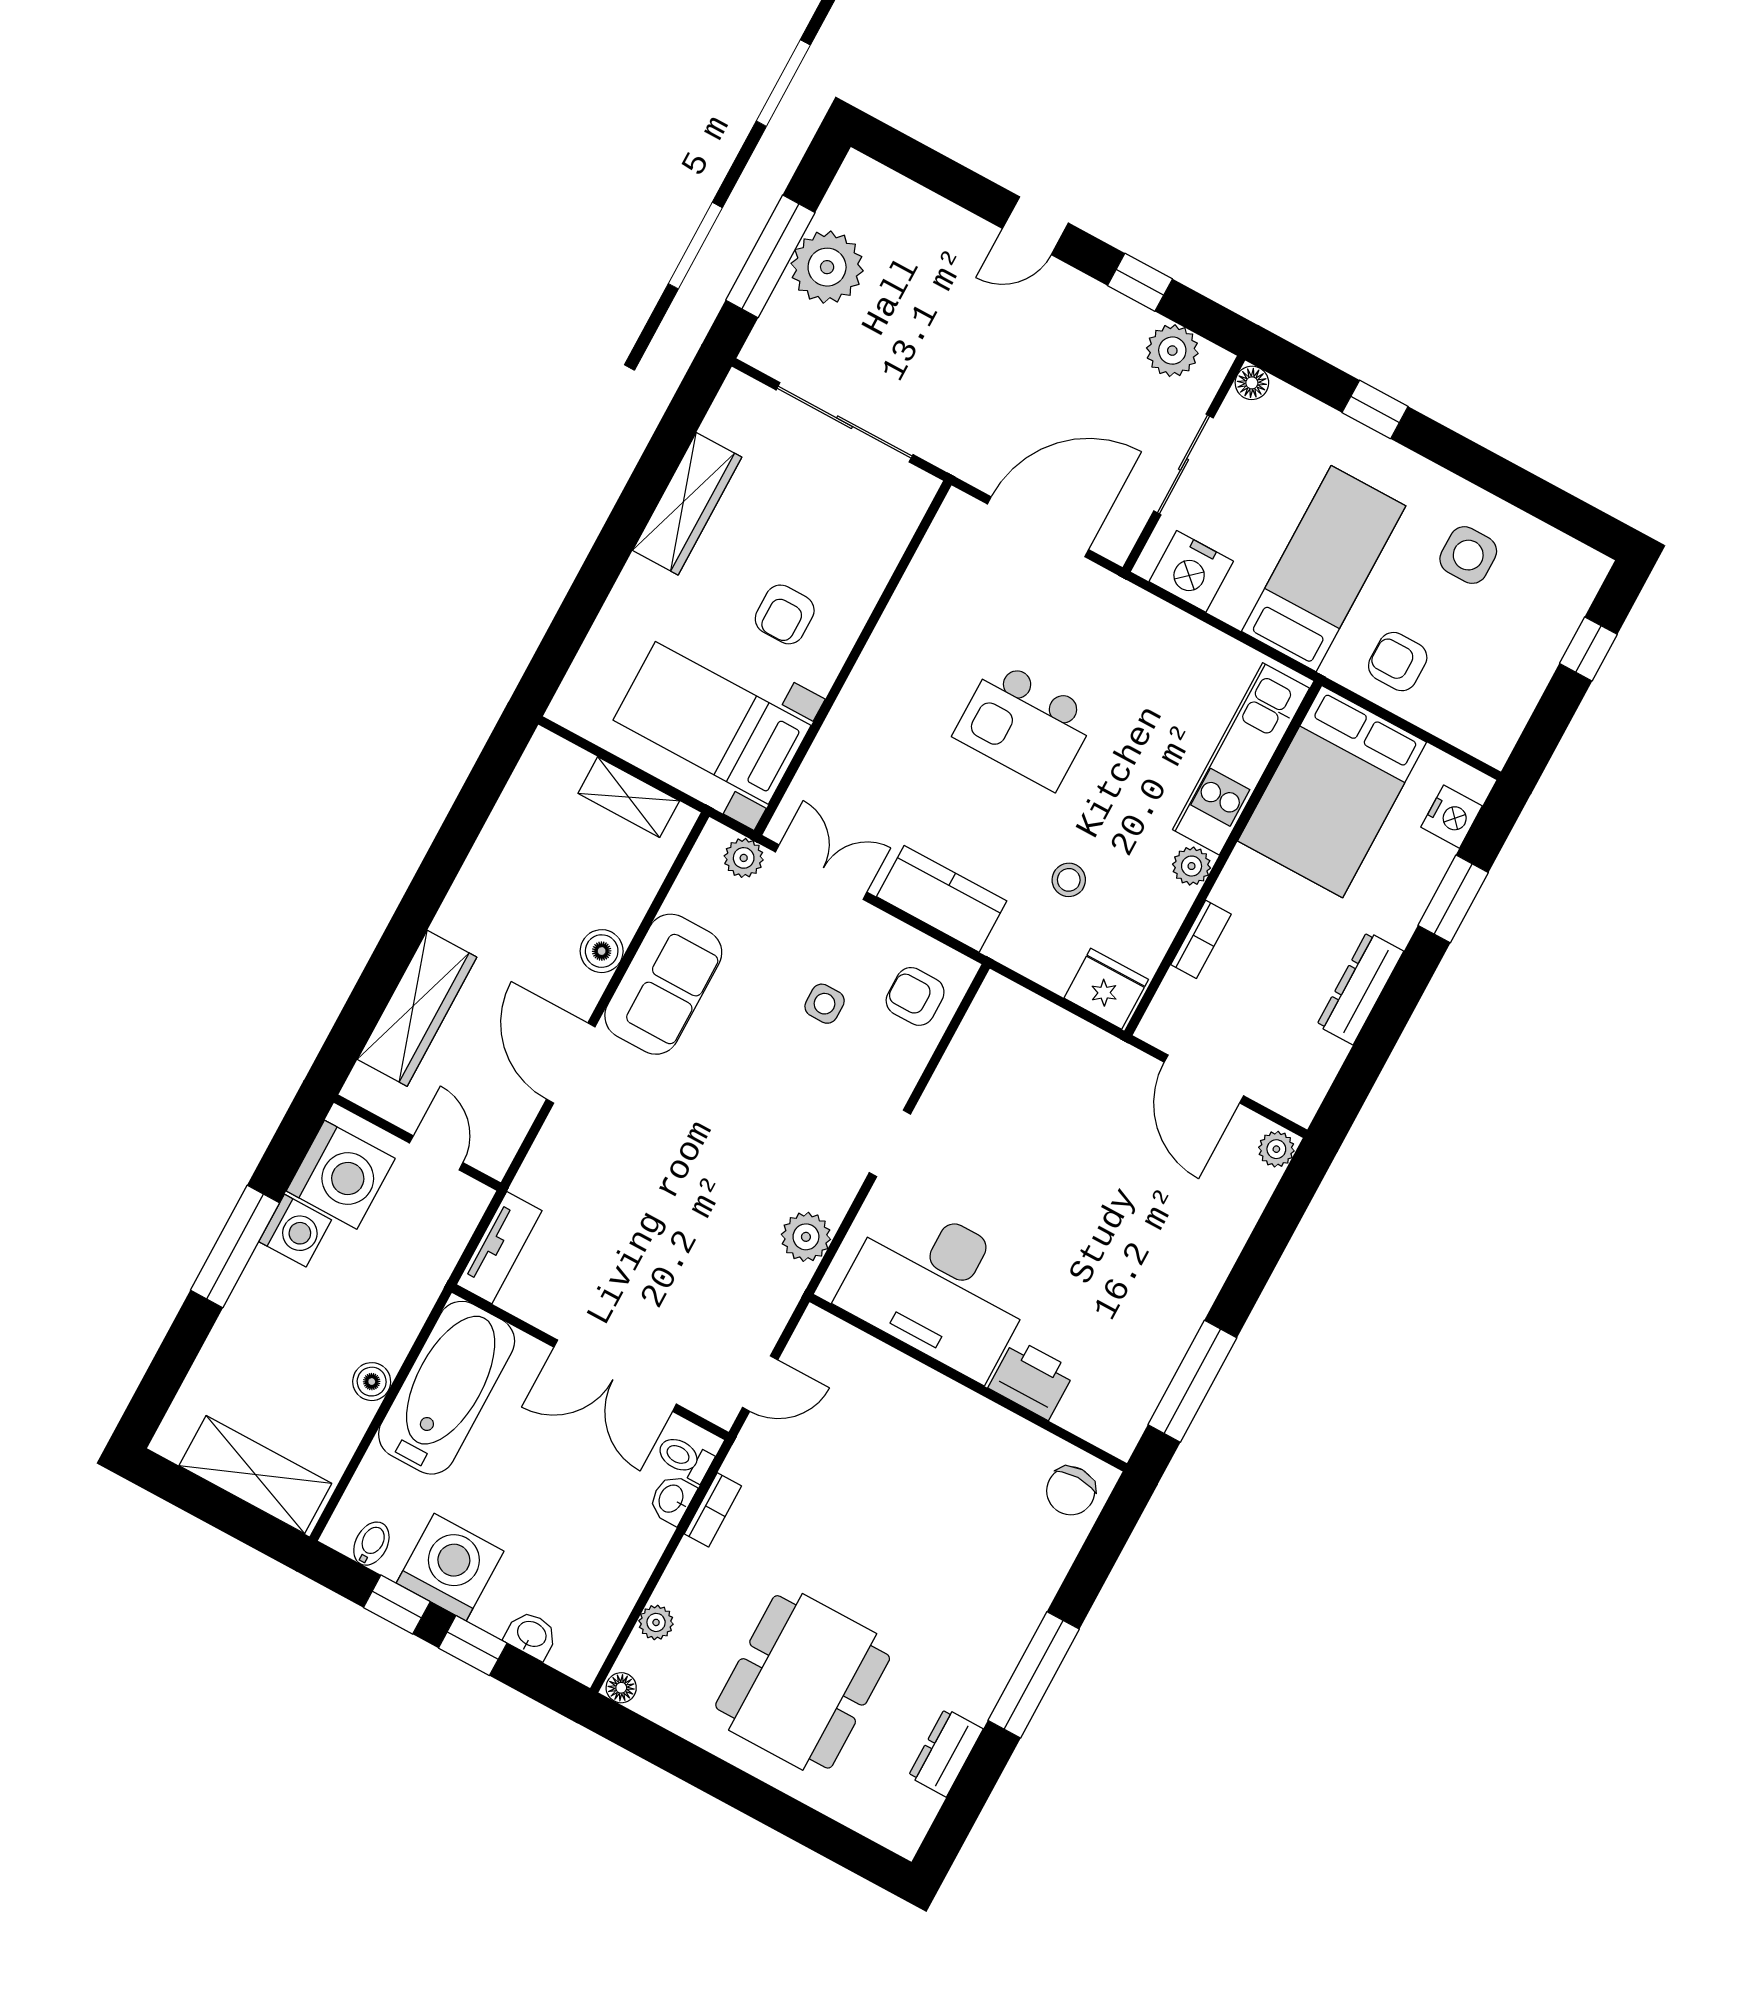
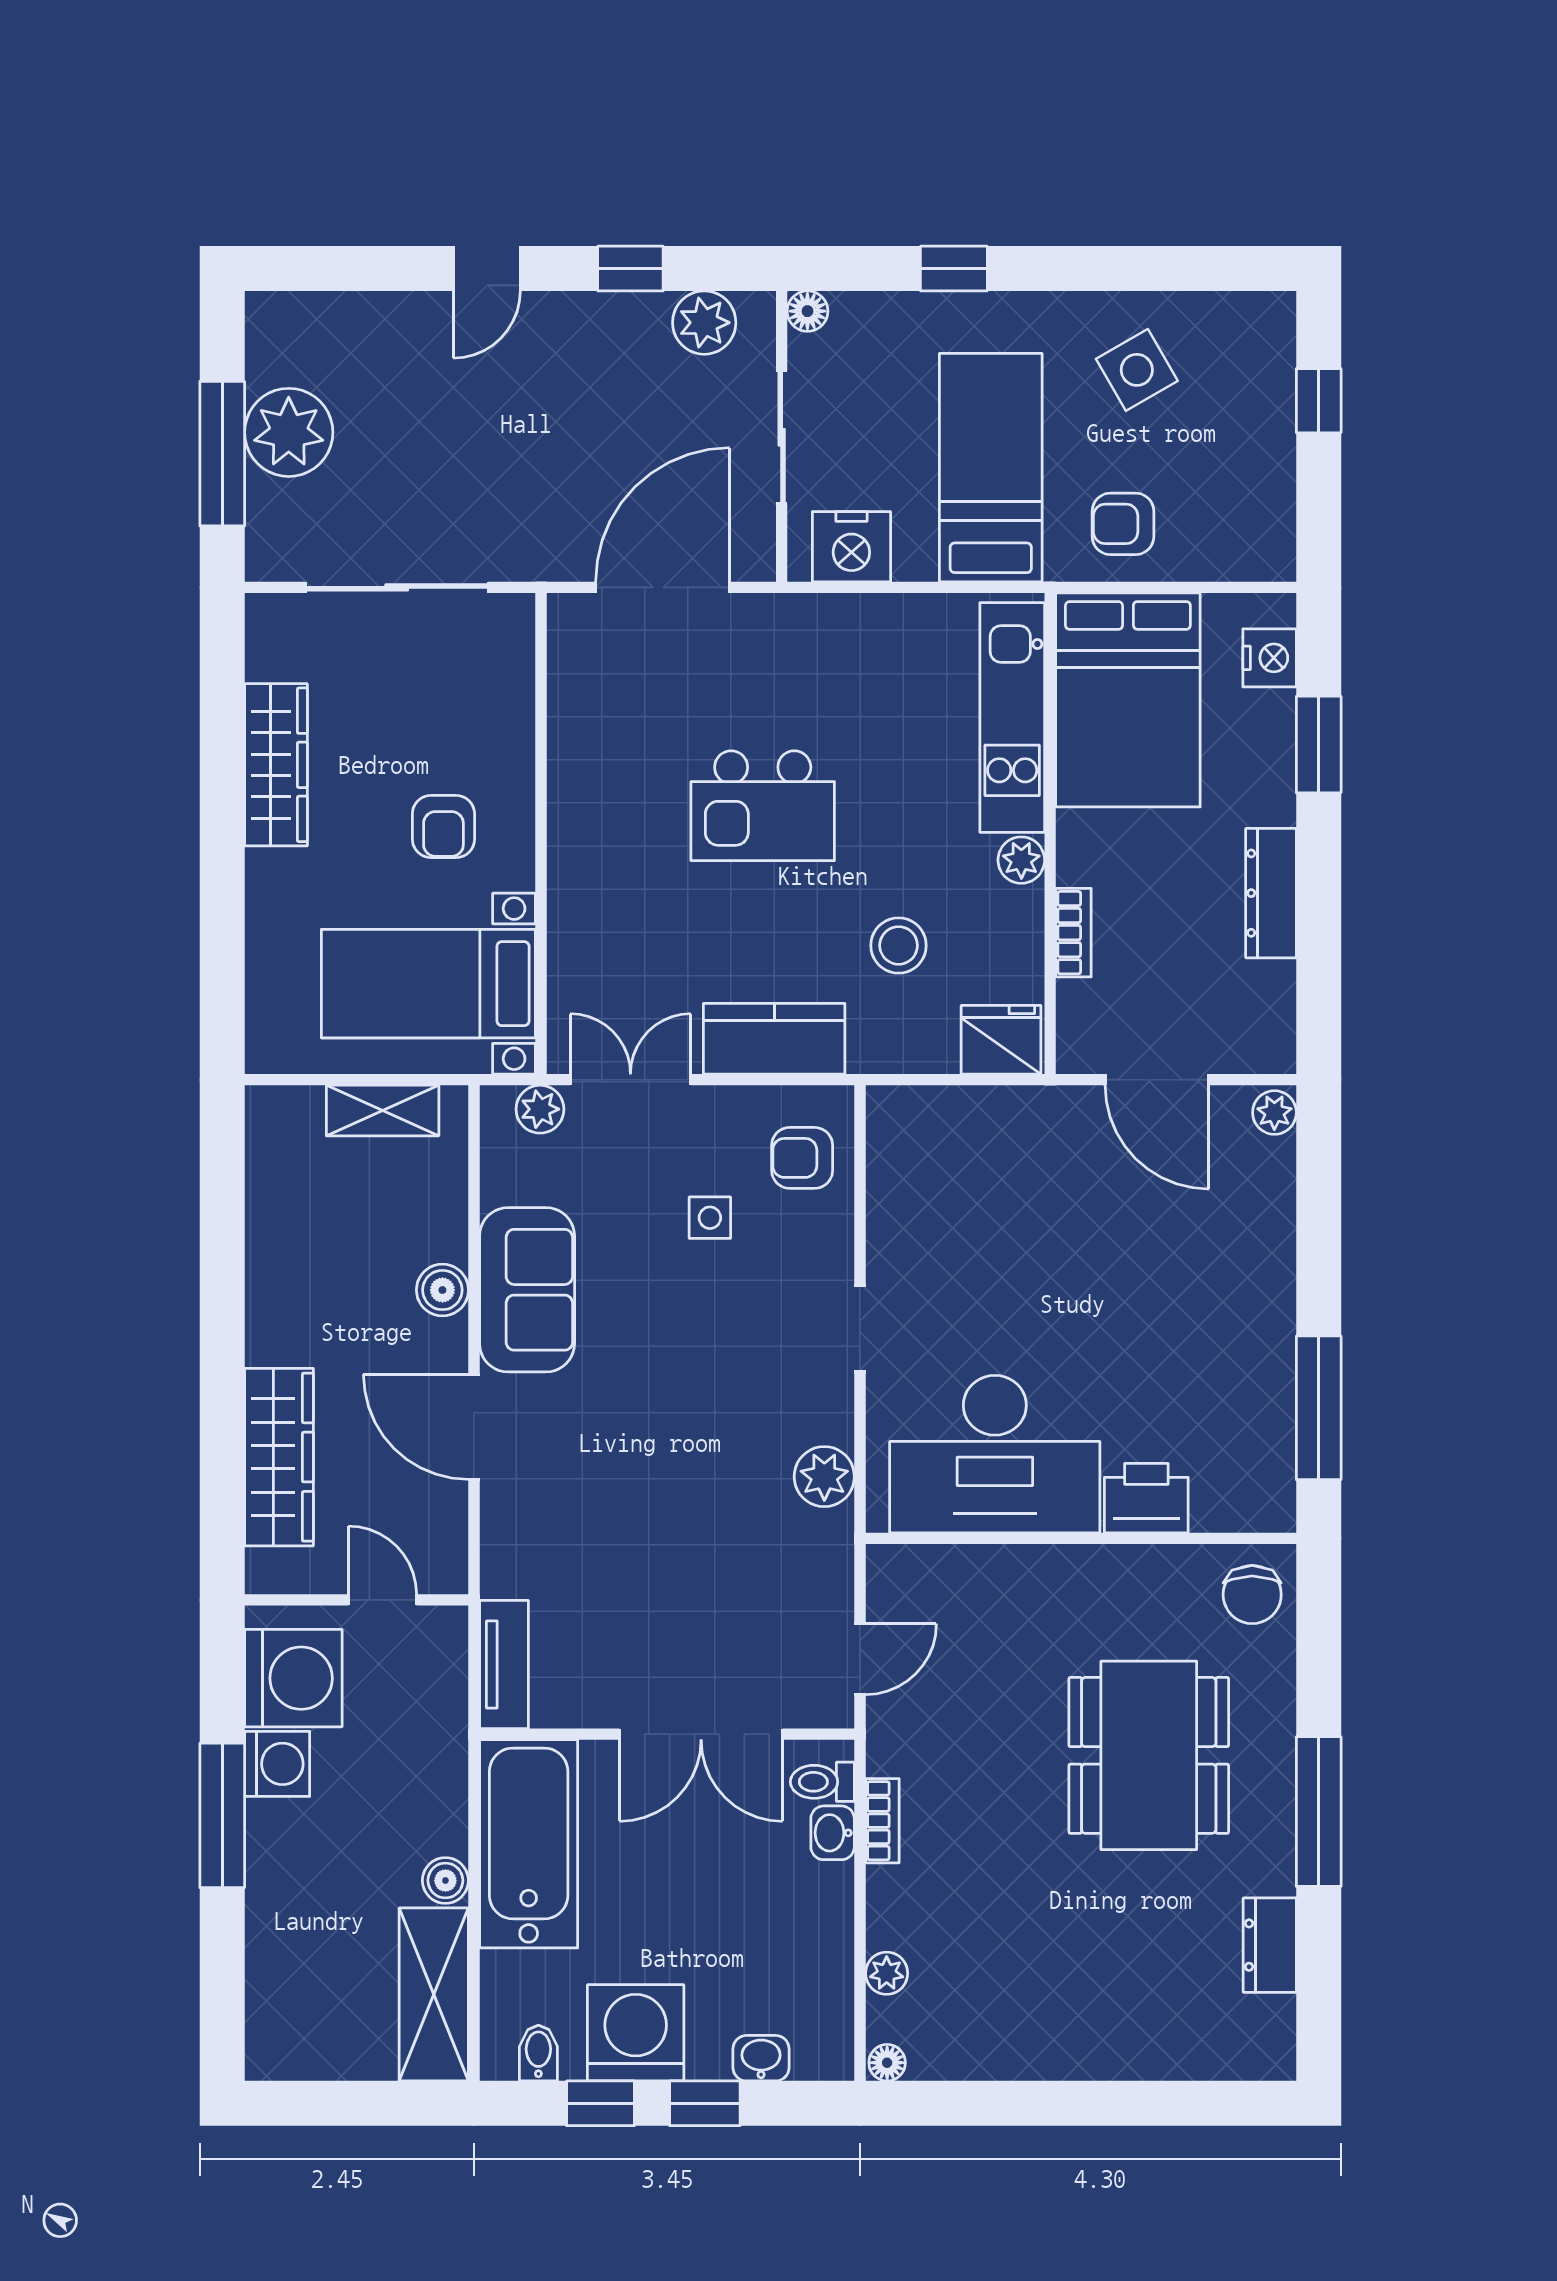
side table: (1468, 555) -> (1137, 370), turned -30
stool: (1069, 880) -> (899, 945), width x1.37, depth x1.37
shelving: (255, 1475) -> (434, 1994), moved, turned 90
dining table: (803, 1682) -> (1149, 1755), moved

